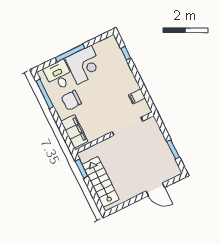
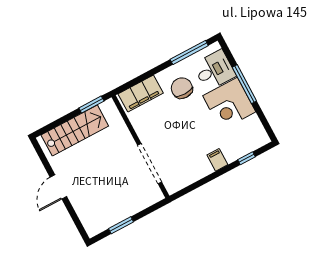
filing cabinet: (137, 96) -> (217, 160), moved
door: (155, 189) -> (58, 187), moved

